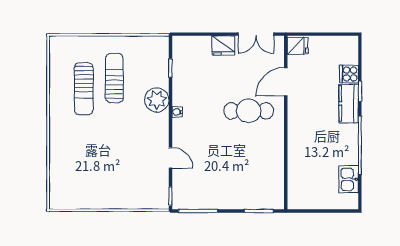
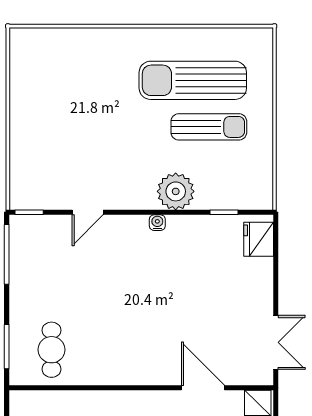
double door: (256, 34) -> (276, 342), swing flipped
fridge: (223, 45) -> (259, 239), moved
sun lounger: (84, 89) -> (193, 80), width x1.36, depth x1.34
cafe table: (249, 111) -> (51, 350), moved, width x0.73, depth x0.74

